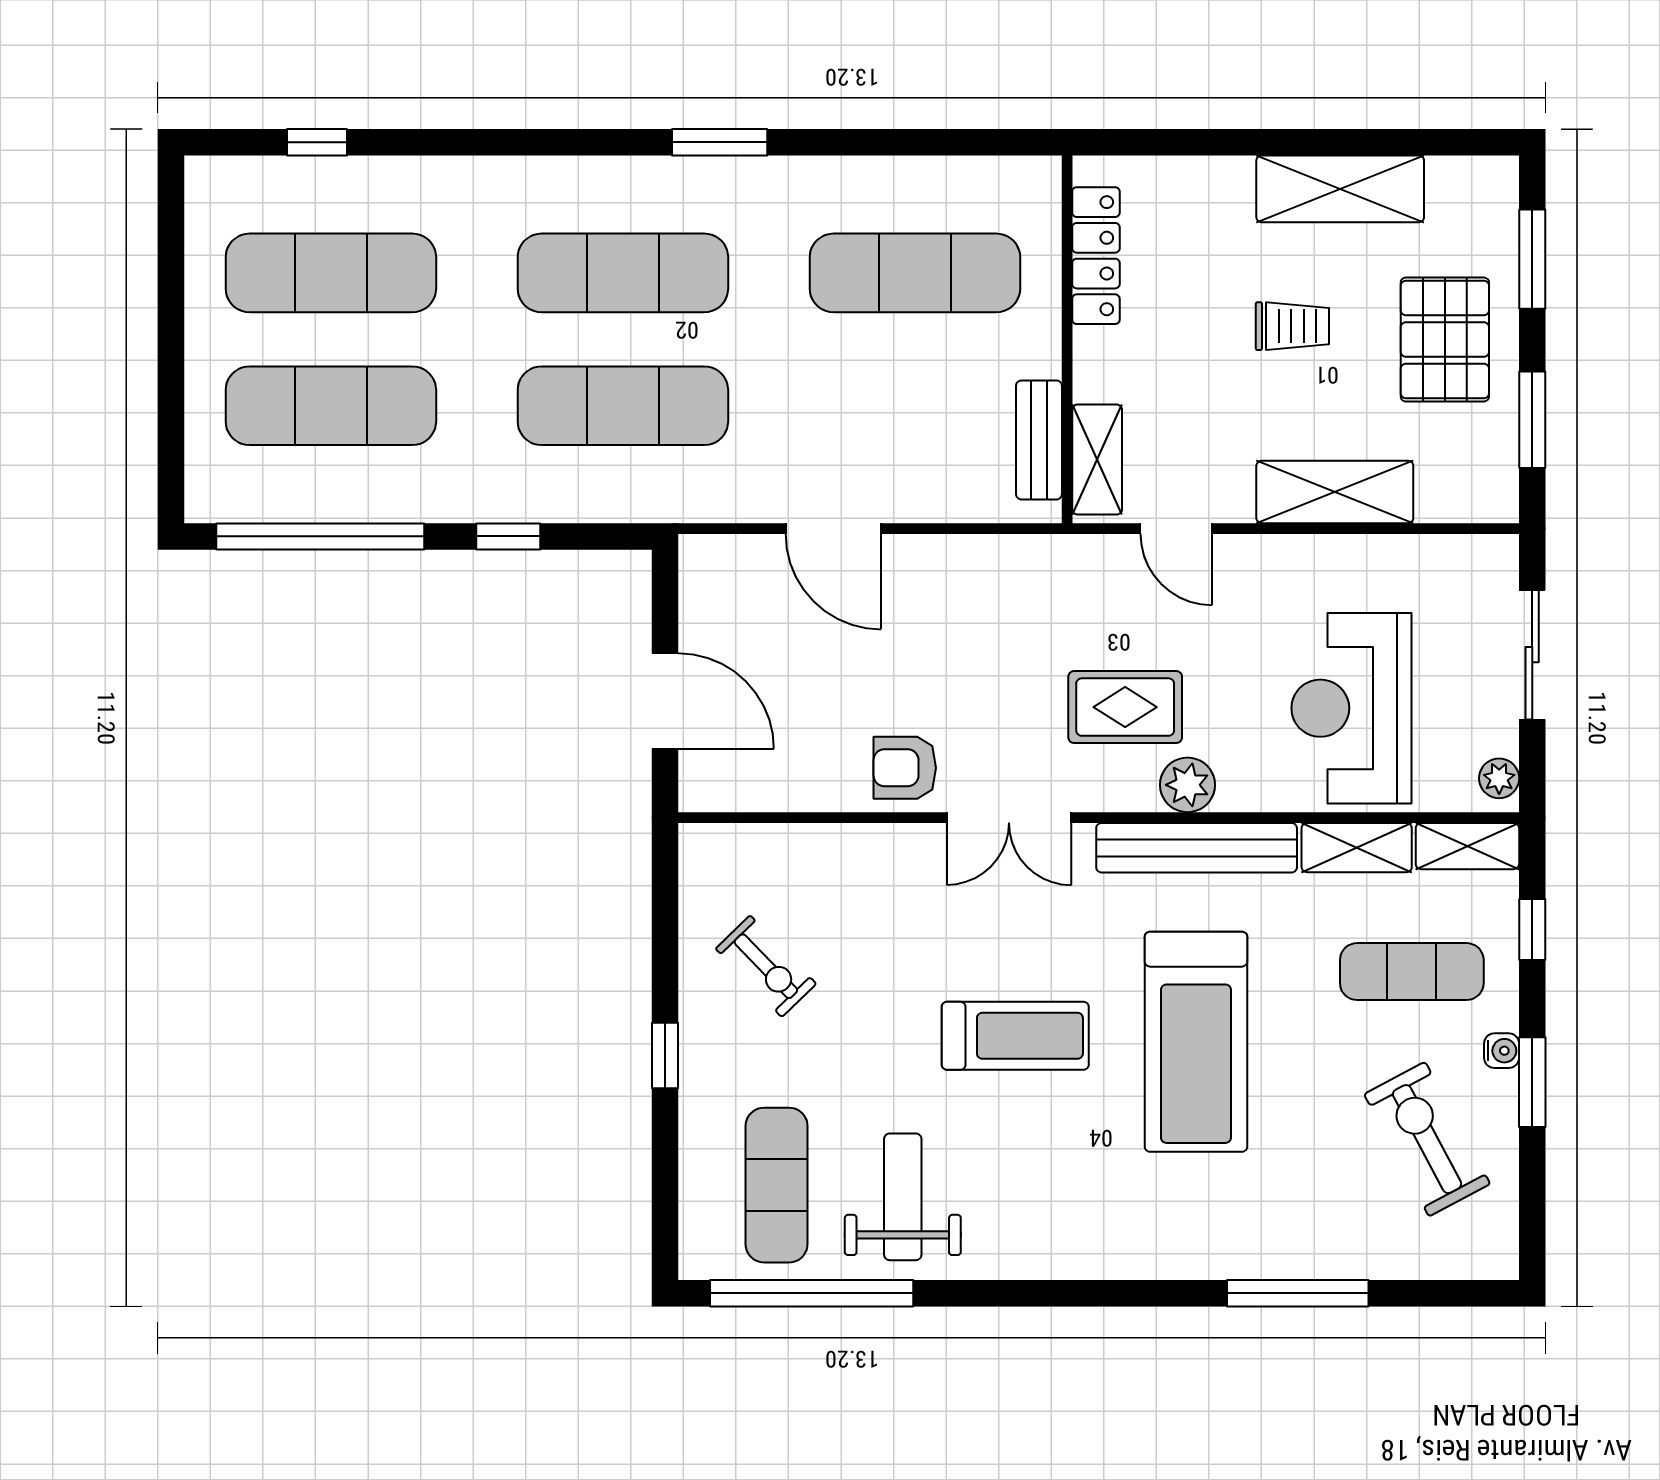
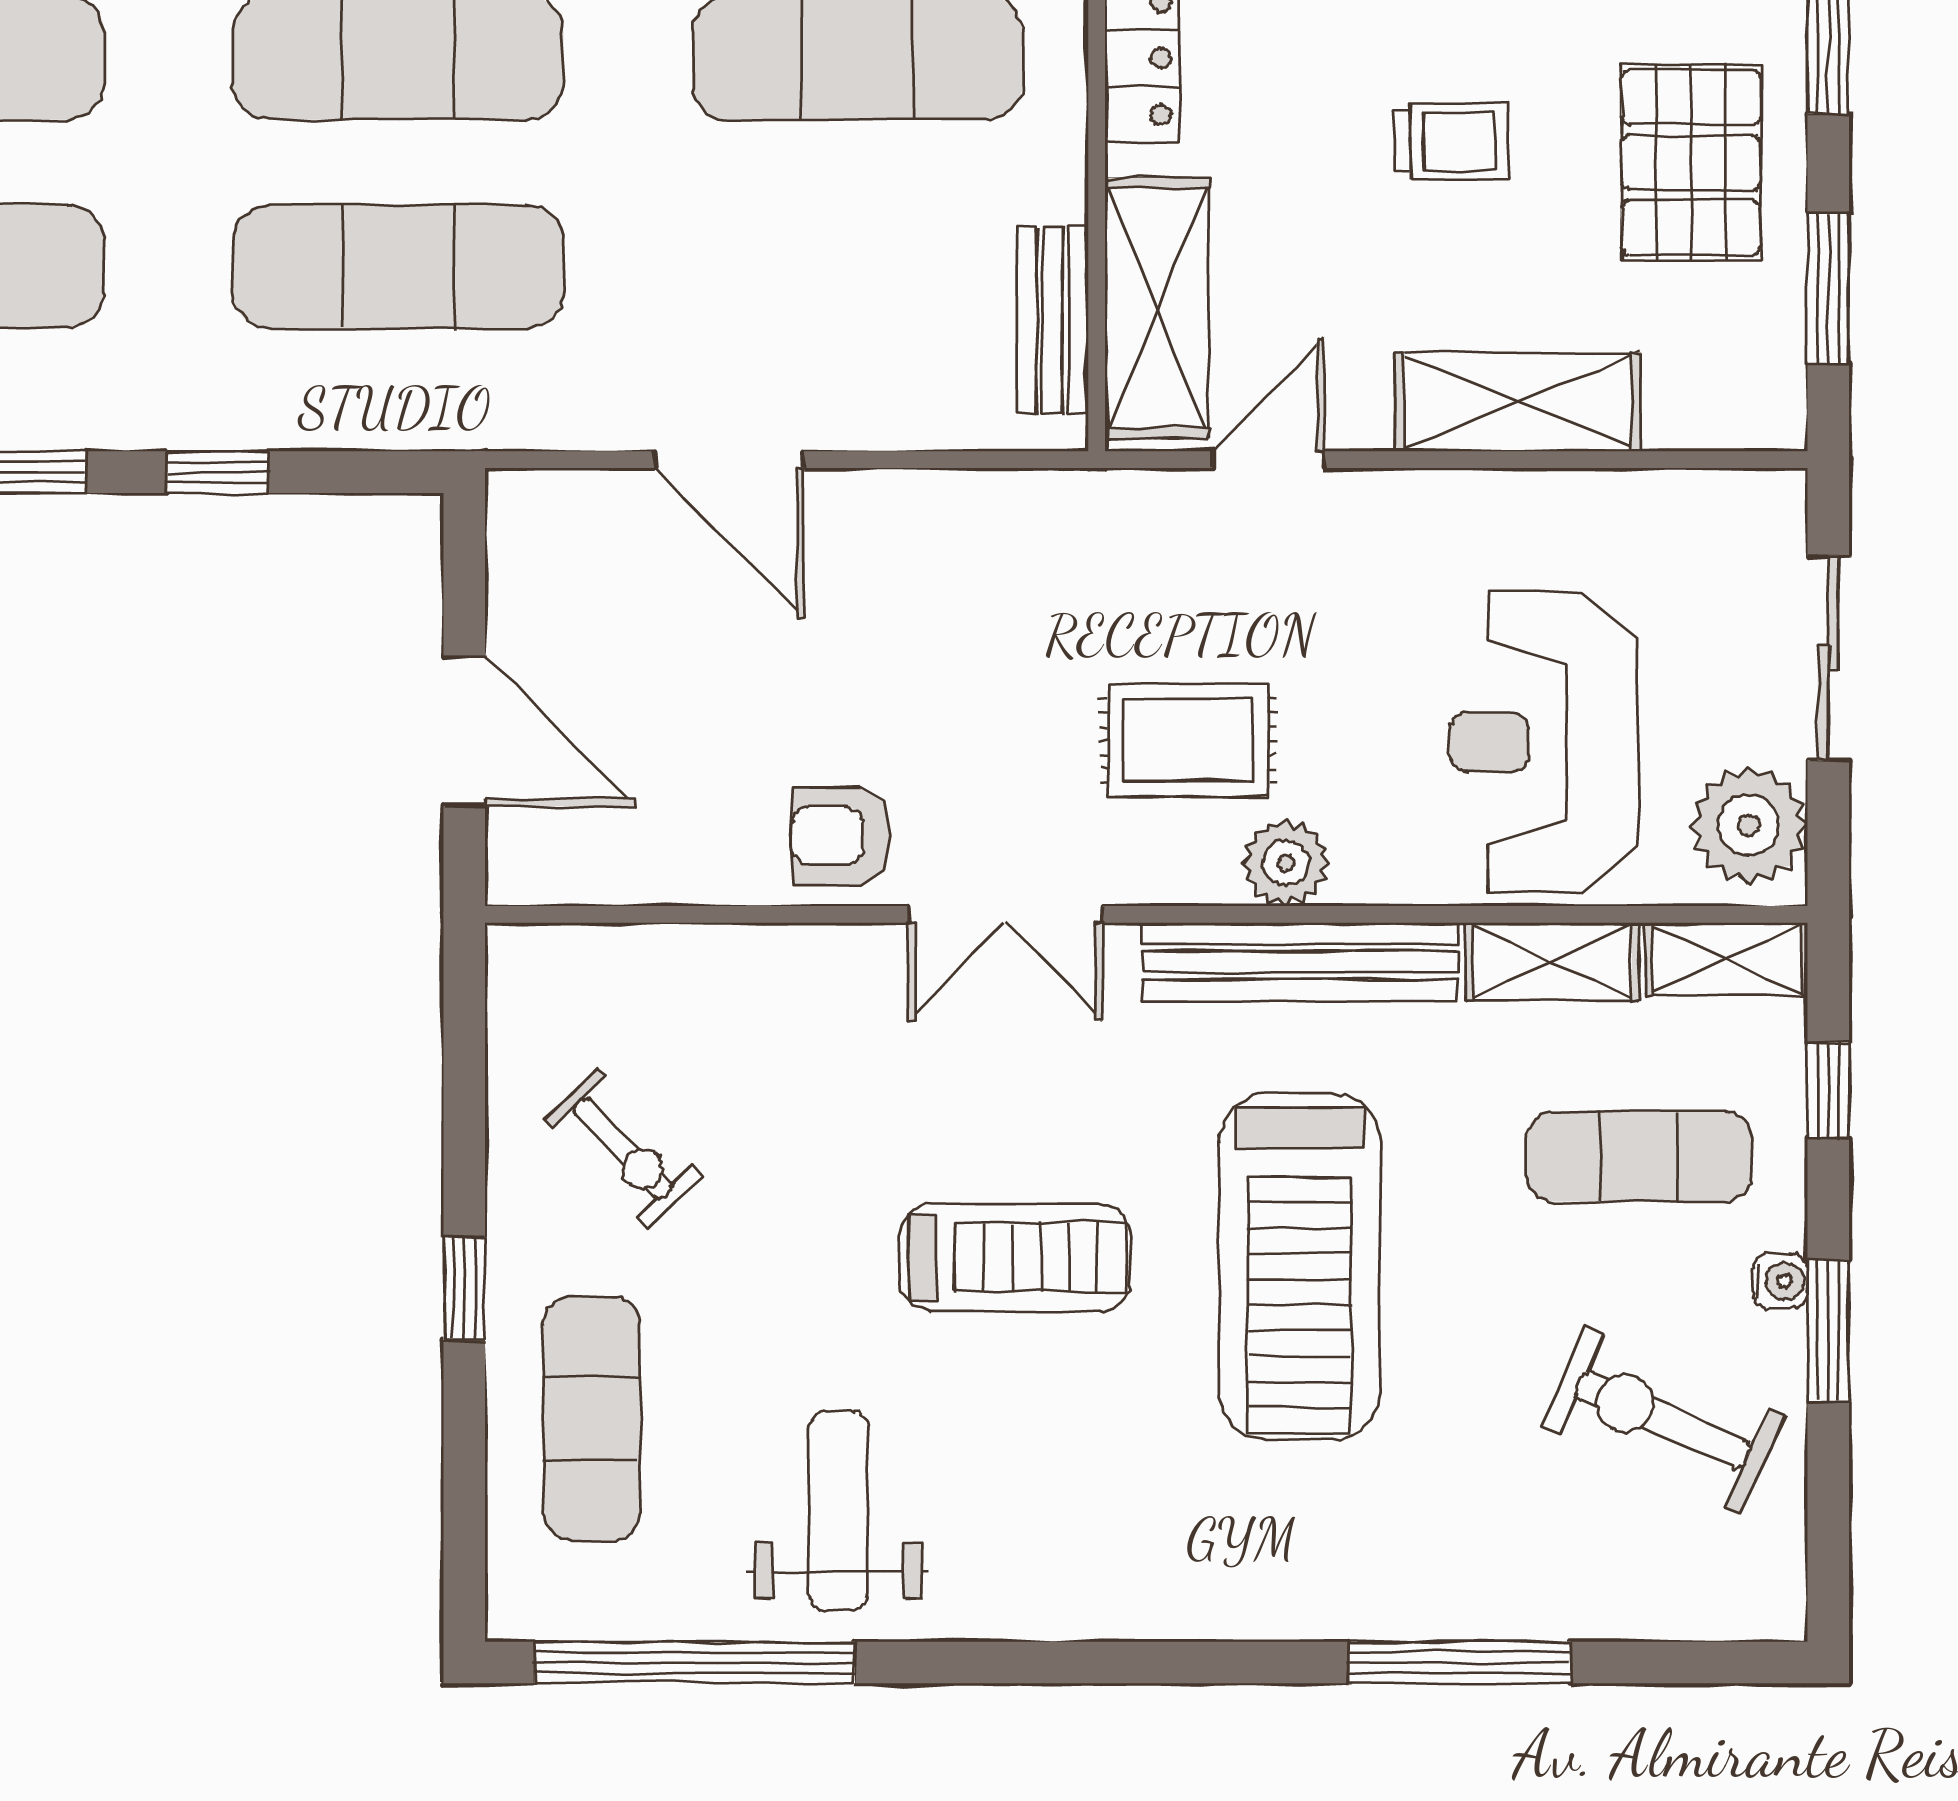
shelving: (1097, 460) -> (1157, 308), width x1.50, depth x1.33
door: (1176, 529) -> (1268, 460), swing flipped
plant: (1499, 778) -> (1749, 825), width x1.88, depth x1.88
exercise bike: (1427, 1139) -> (1663, 1420), turned -38
exercise mat: (777, 1185) -> (592, 1419), moved

